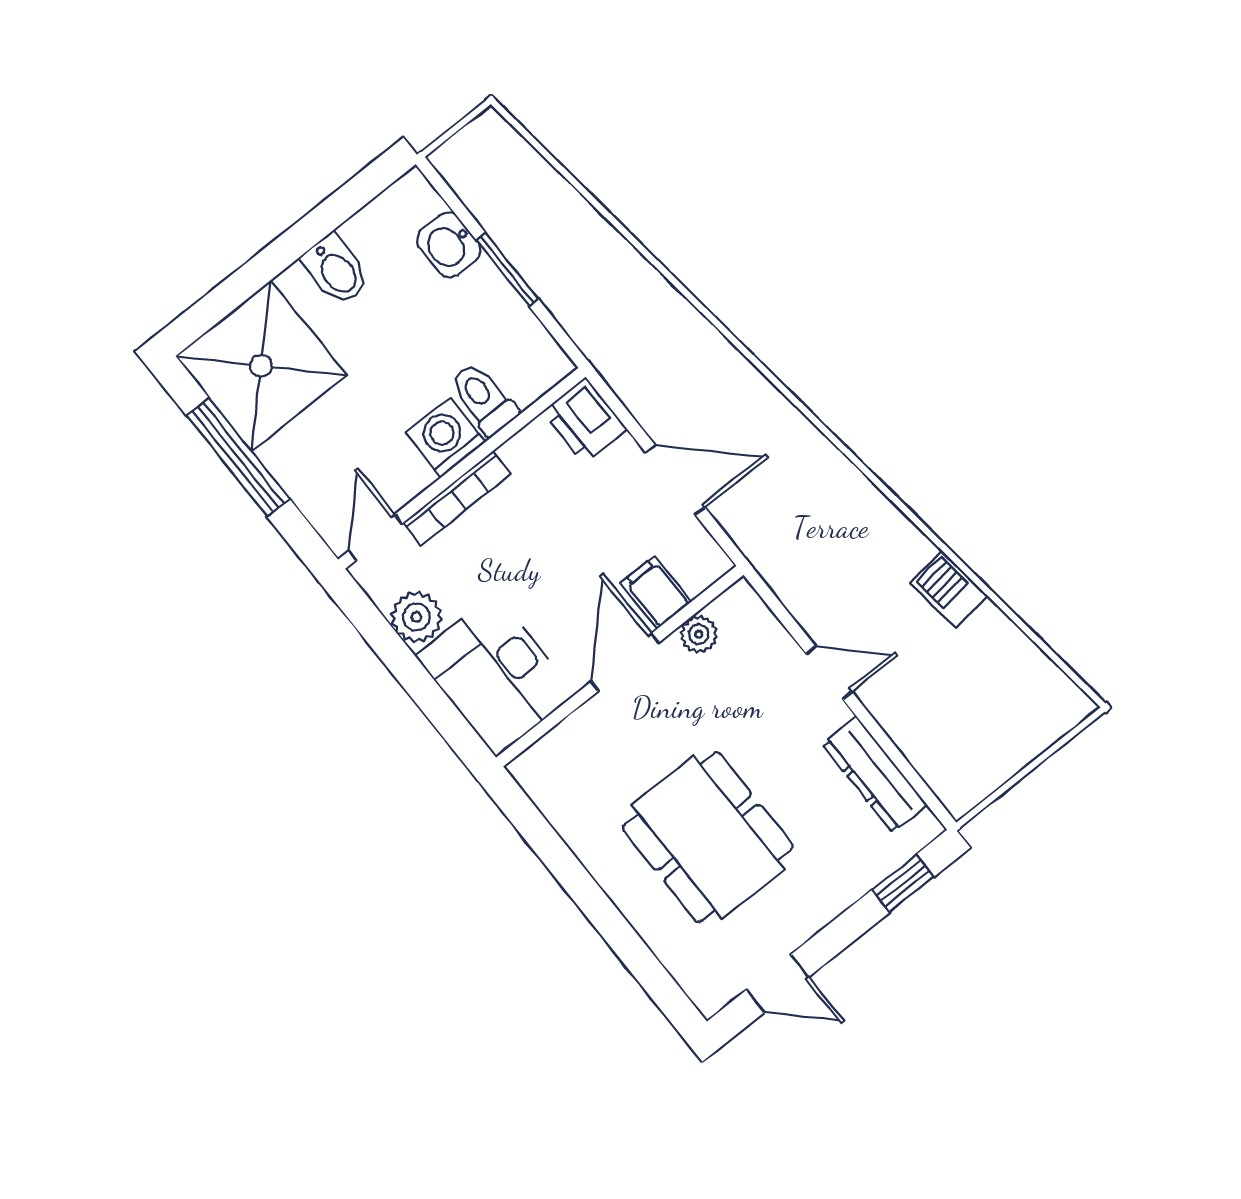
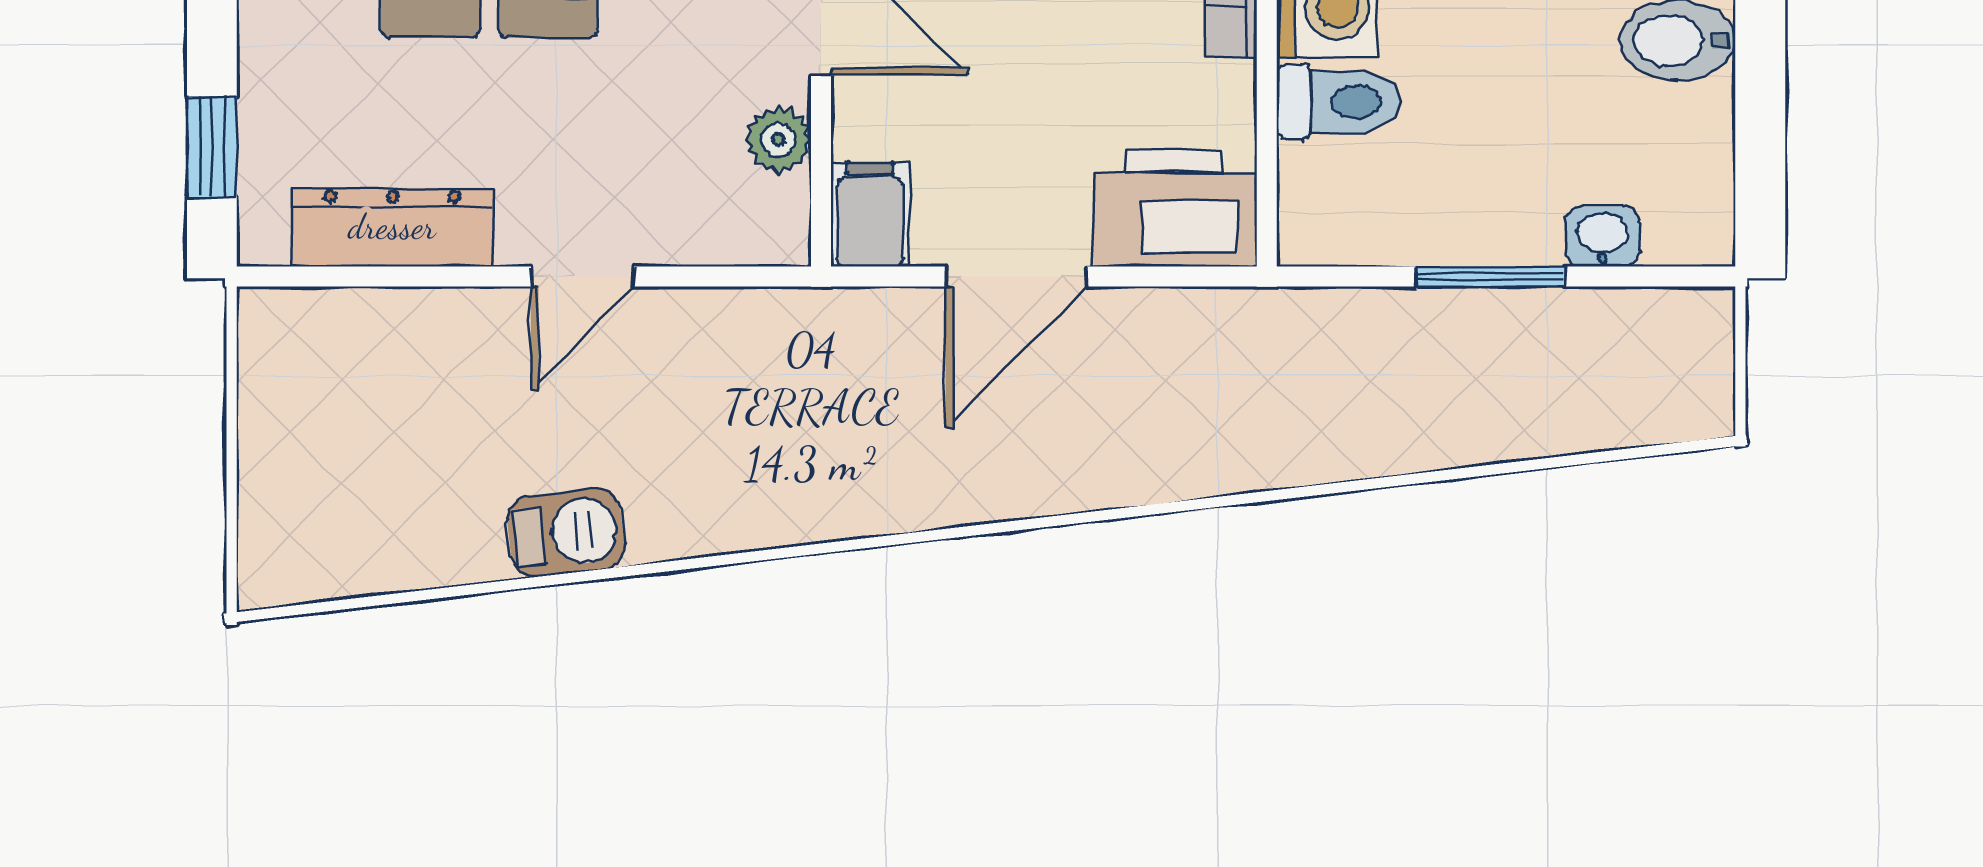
washbasin: (449, 245) -> (1602, 237), width x0.72, depth x0.69
printer: (585, 421) -> (1175, 208), width x1.37, depth x1.19
filing cabinet: (656, 592) -> (870, 215), moved, turned -90

